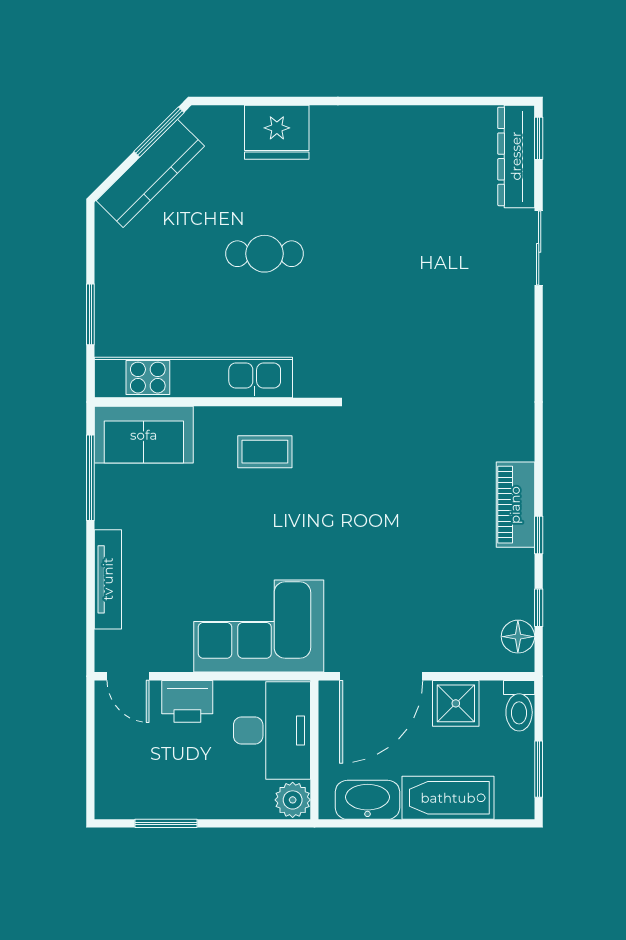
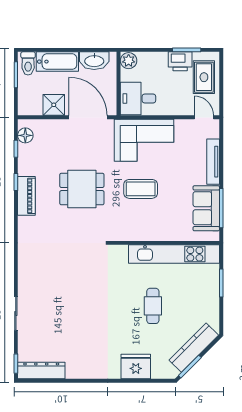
dresser: (516, 156) -> (41, 371), moved, turned -90
cafe table: (265, 254) -> (153, 306), moved, turned 90
sofa: (144, 435) -> (206, 208), moved, turned -90
coffee table: (265, 452) -> (141, 189), moved, width x1.36, depth x1.30
dining table: (395, 520) -> (82, 189), added
door: (381, 676) -> (88, 117), hinge flipped
printer: (187, 701) -> (180, 61), moved, turned 180
toilet: (519, 706) -> (28, 63), moved, turned 180
desk: (272, 731) -> (138, 98), width x0.73
rug: (128, 764) -> (204, 77), added

